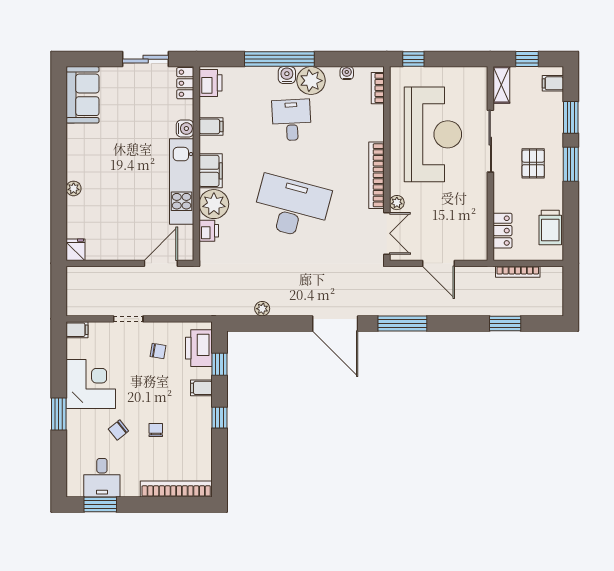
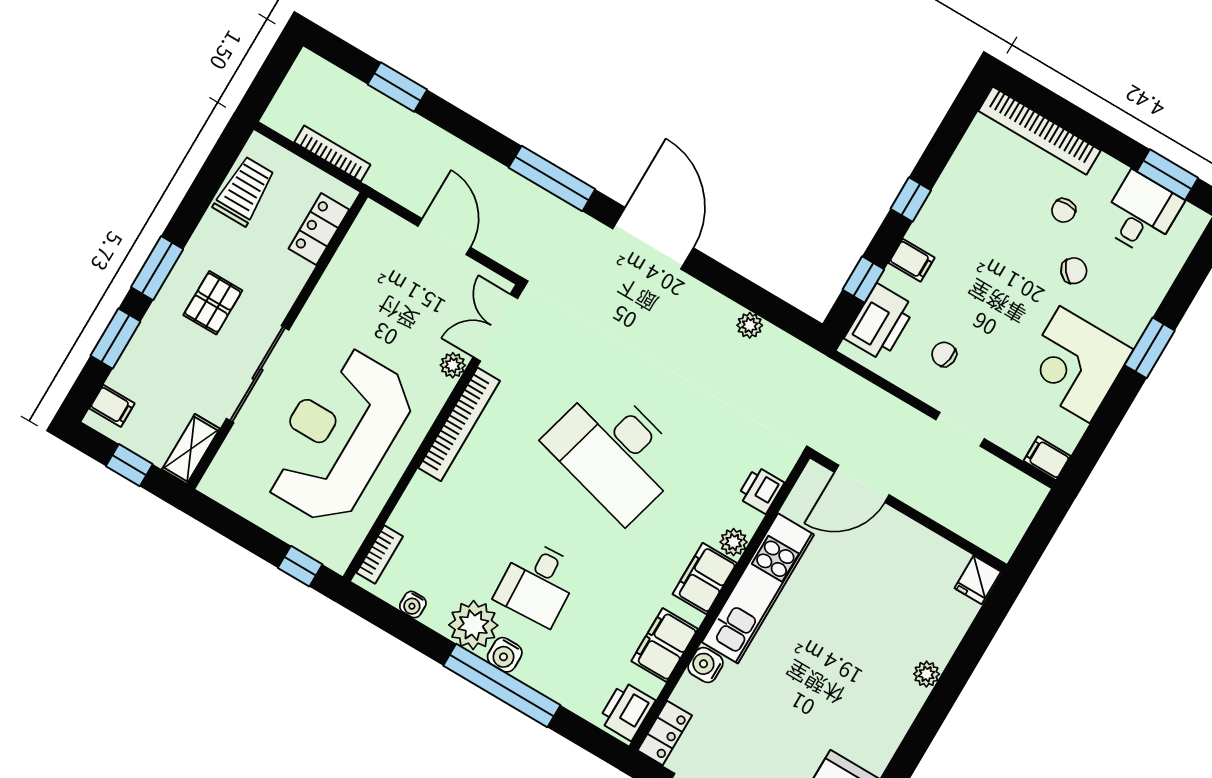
filing cabinet: (211, 126) -> (665, 645), width x2.00
plant: (214, 204) -> (734, 542), width x0.53, depth x0.53
chair: (156, 430) -> (1064, 210), moved

